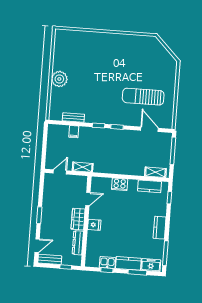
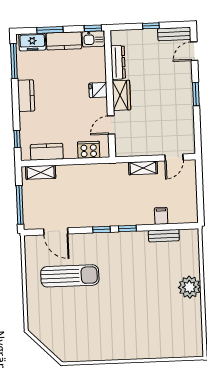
door: (88, 199) -> (111, 125), moved
wardrobe: (78, 219) -> (121, 95), moved
wall: (86, 221) -> (110, 94), moved
fridge: (94, 225) -> (98, 90), moved
dresser: (78, 243) -> (118, 62), moved

